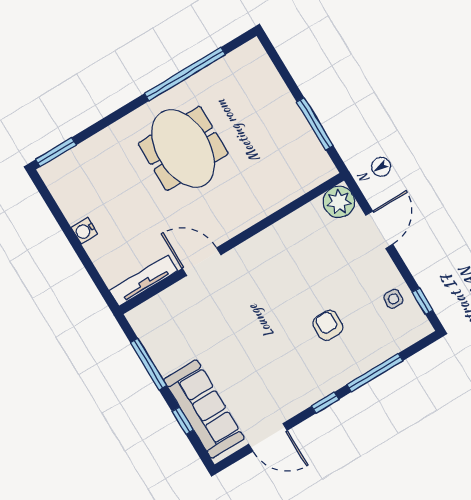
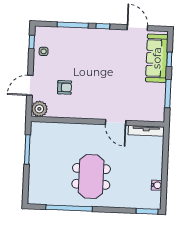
water cooler: (84, 231) -> (157, 185), moved
armchair: (328, 325) -> (65, 87), moved, turned -90

